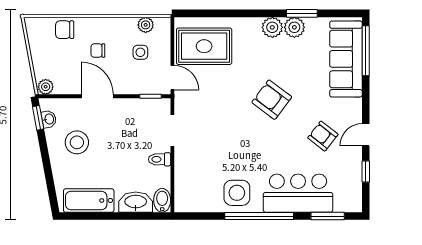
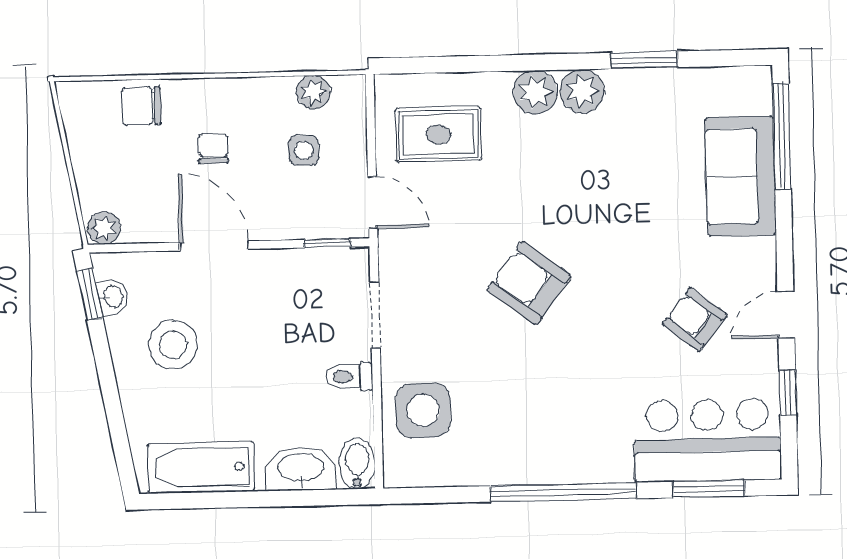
plant: (294, 27) -> (535, 92), moved
rug: (204, 46) -> (438, 134), width x0.73, depth x0.70
chair: (98, 51) -> (213, 149), turned 90
sofa: (346, 59) -> (741, 176), width x0.73
armchair: (272, 100) -> (529, 283), moved
side table: (237, 193) -> (423, 410), moved
bar counter: (298, 193) -> (708, 440), moved

